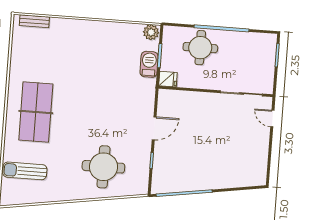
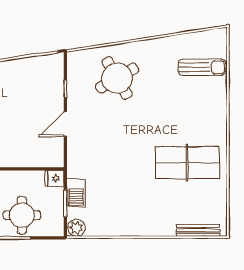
bench: (34, 21) -> (198, 230), width x1.36
table tennis table: (36, 112) -> (187, 163), moved, turned 90
round table: (103, 167) -> (117, 78), turned -30

